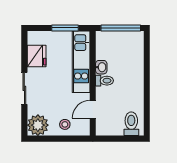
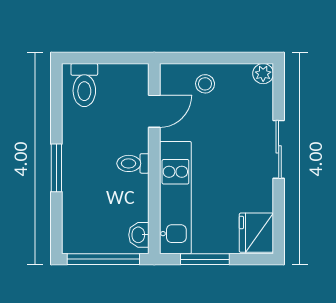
fridge: (37, 56) -> (256, 233), moved
washbasin: (101, 67) -> (139, 235), moved
window: (147, 78) -> (56, 168), added
plant: (38, 125) -> (263, 74), width x0.53, depth x0.53

